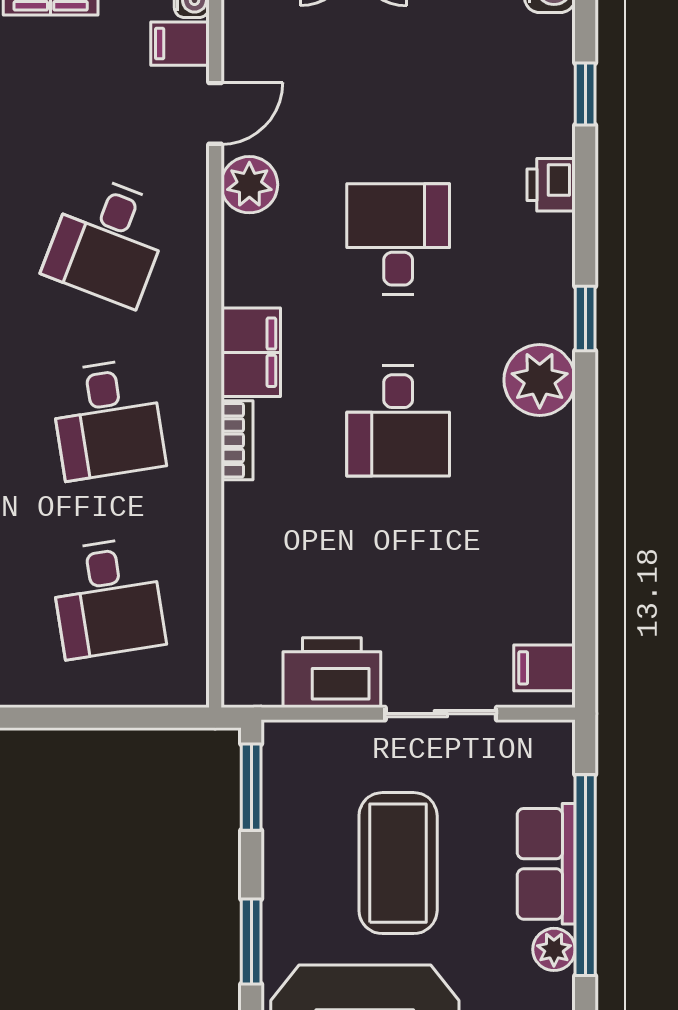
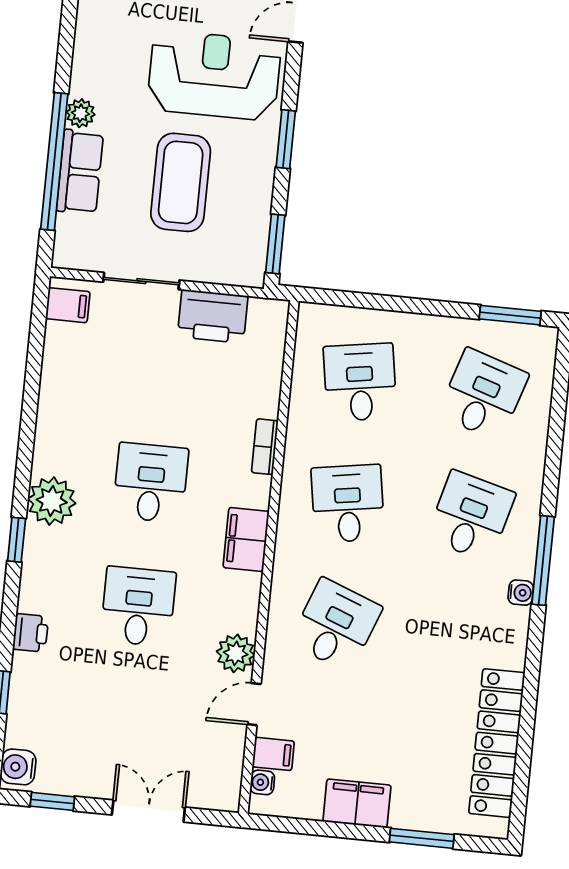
desk: (398, 239) -> (138, 606), turned 180
bookcase: (237, 440) -> (265, 447), moved

